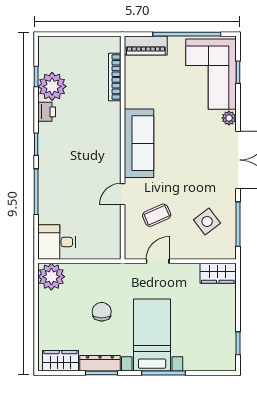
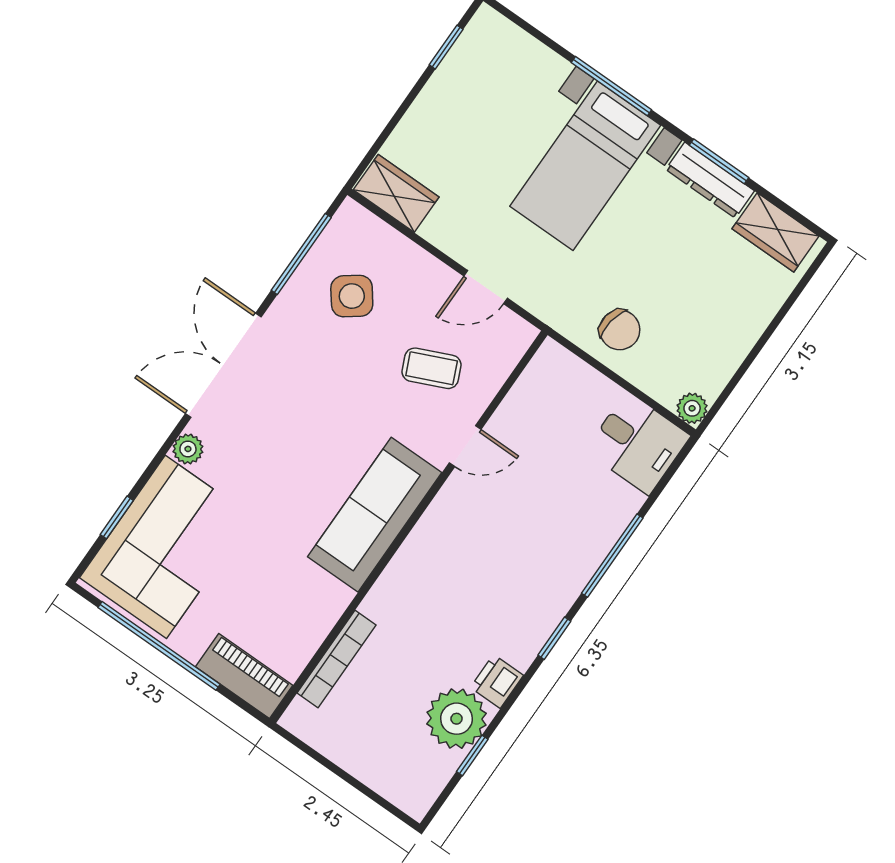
plant: (51, 277) -> (692, 408), width x0.53, depth x0.53
chair: (102, 312) -> (620, 330), moved, turned -81

